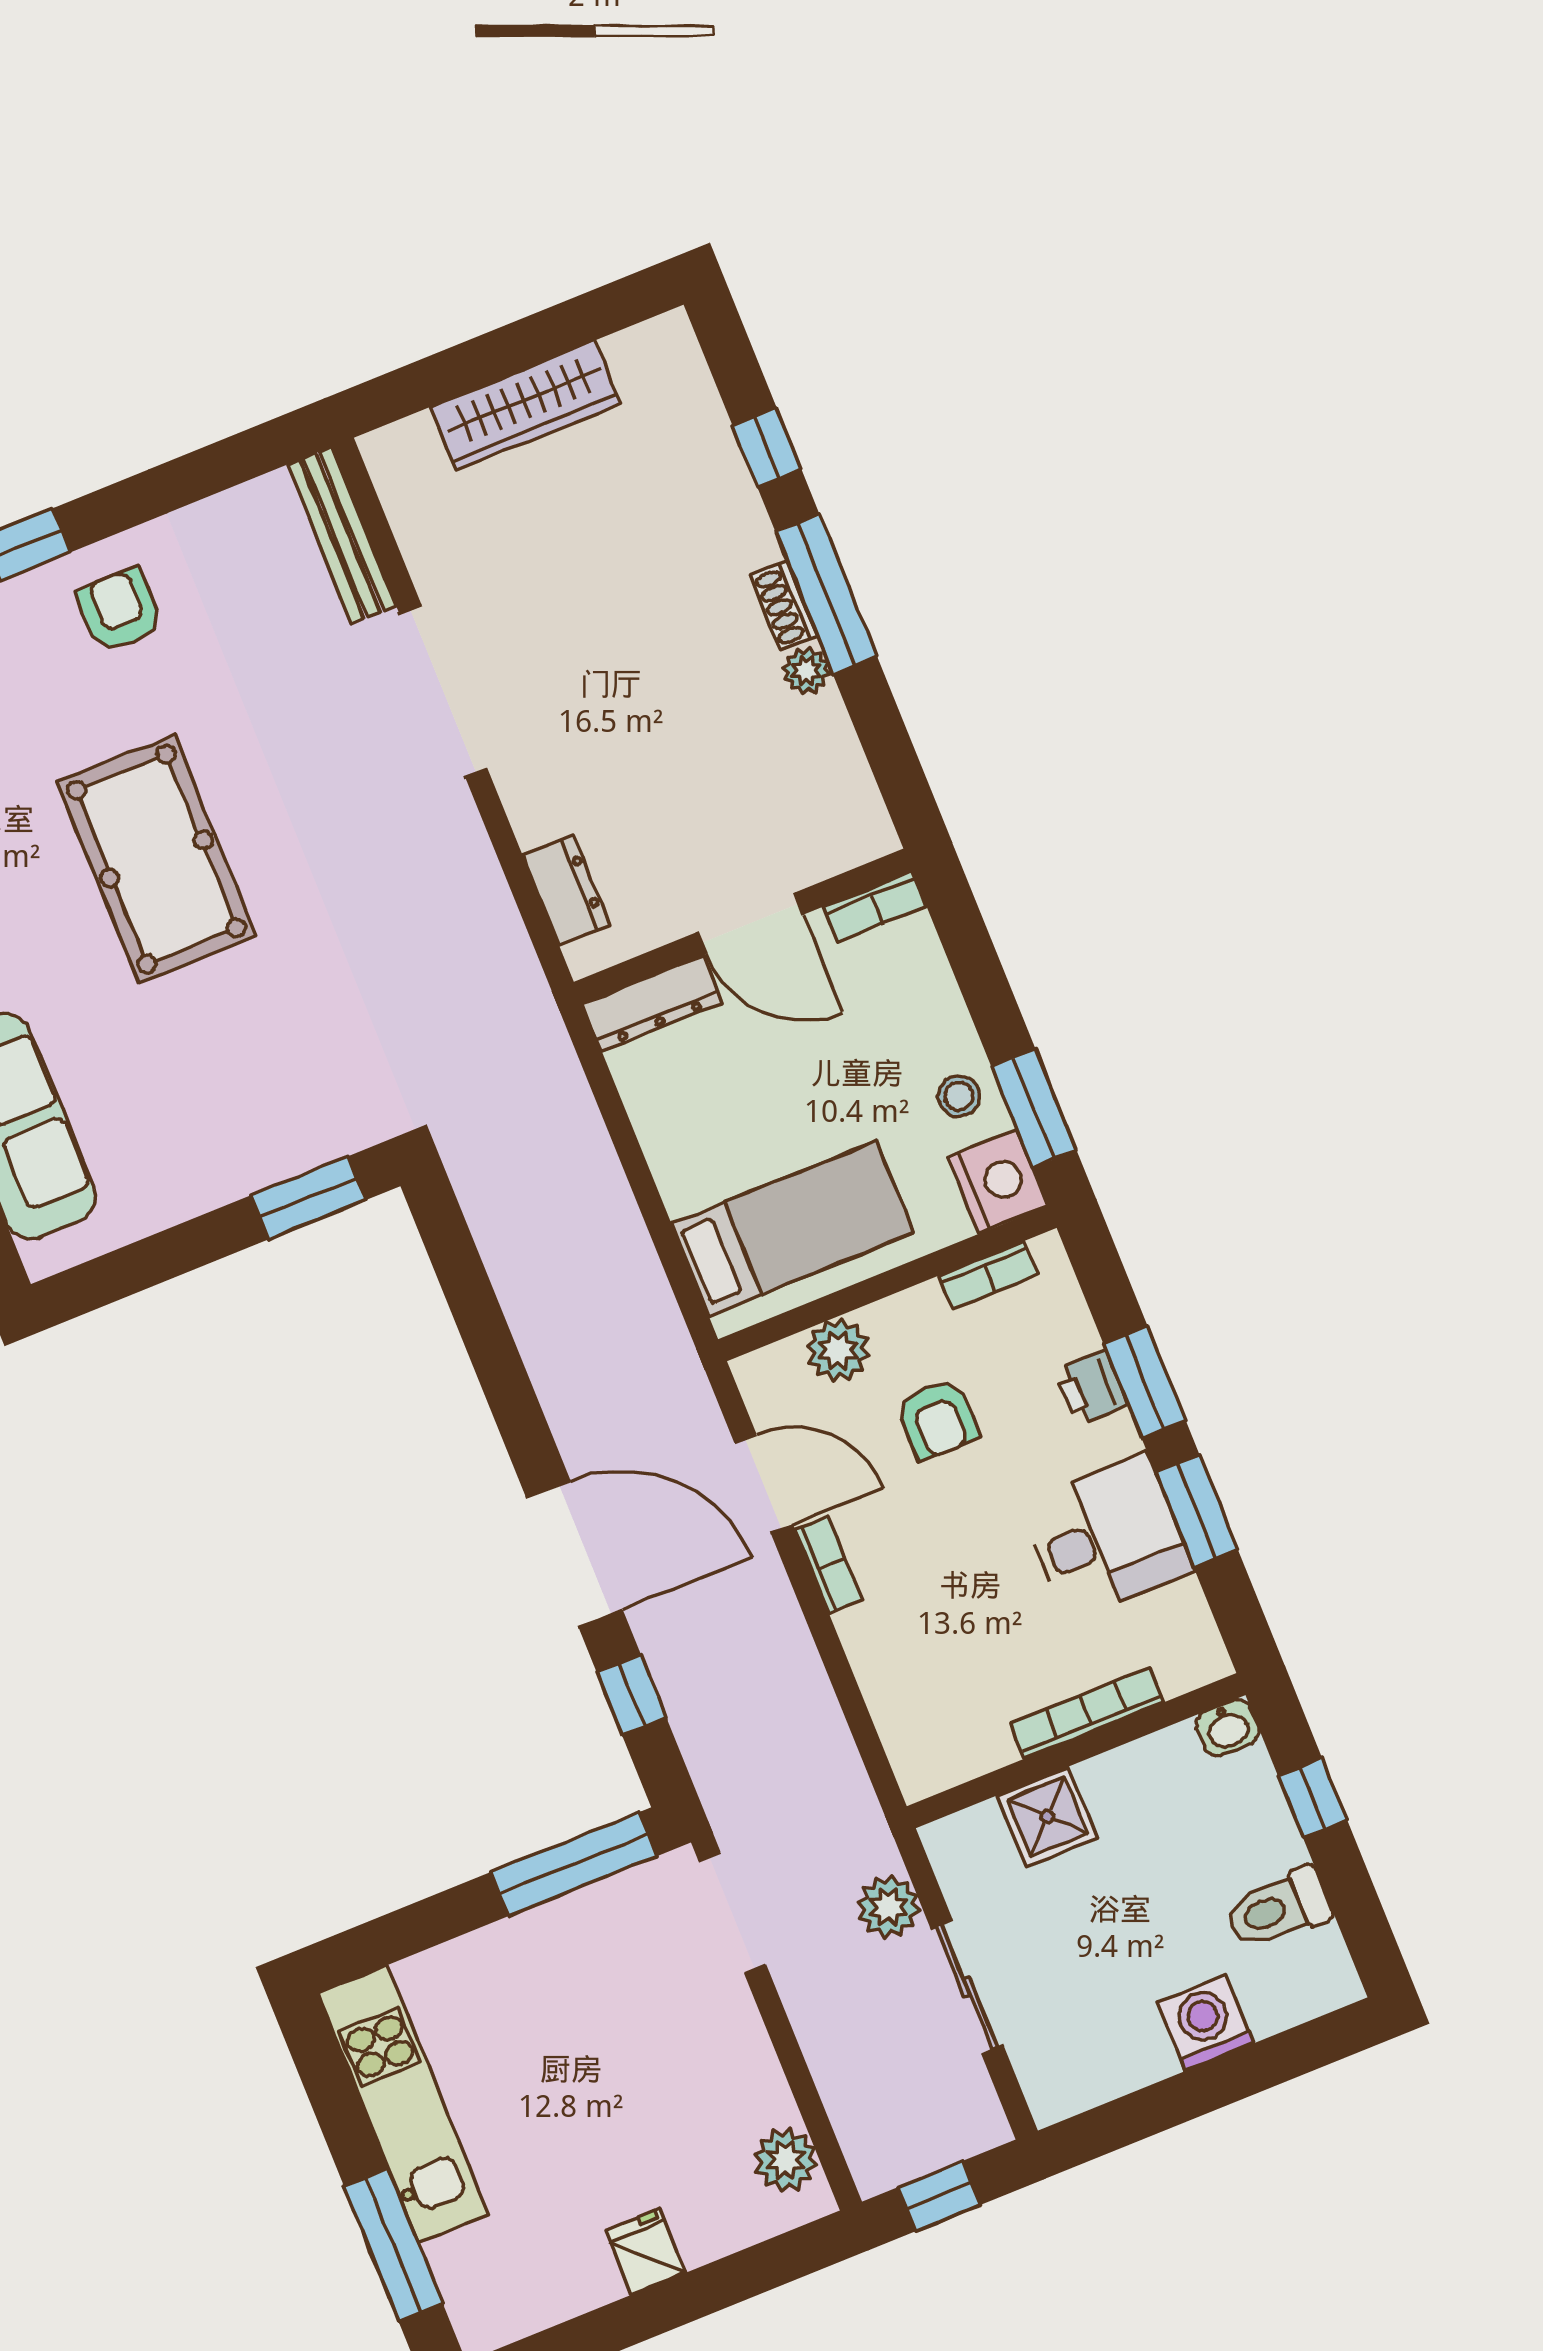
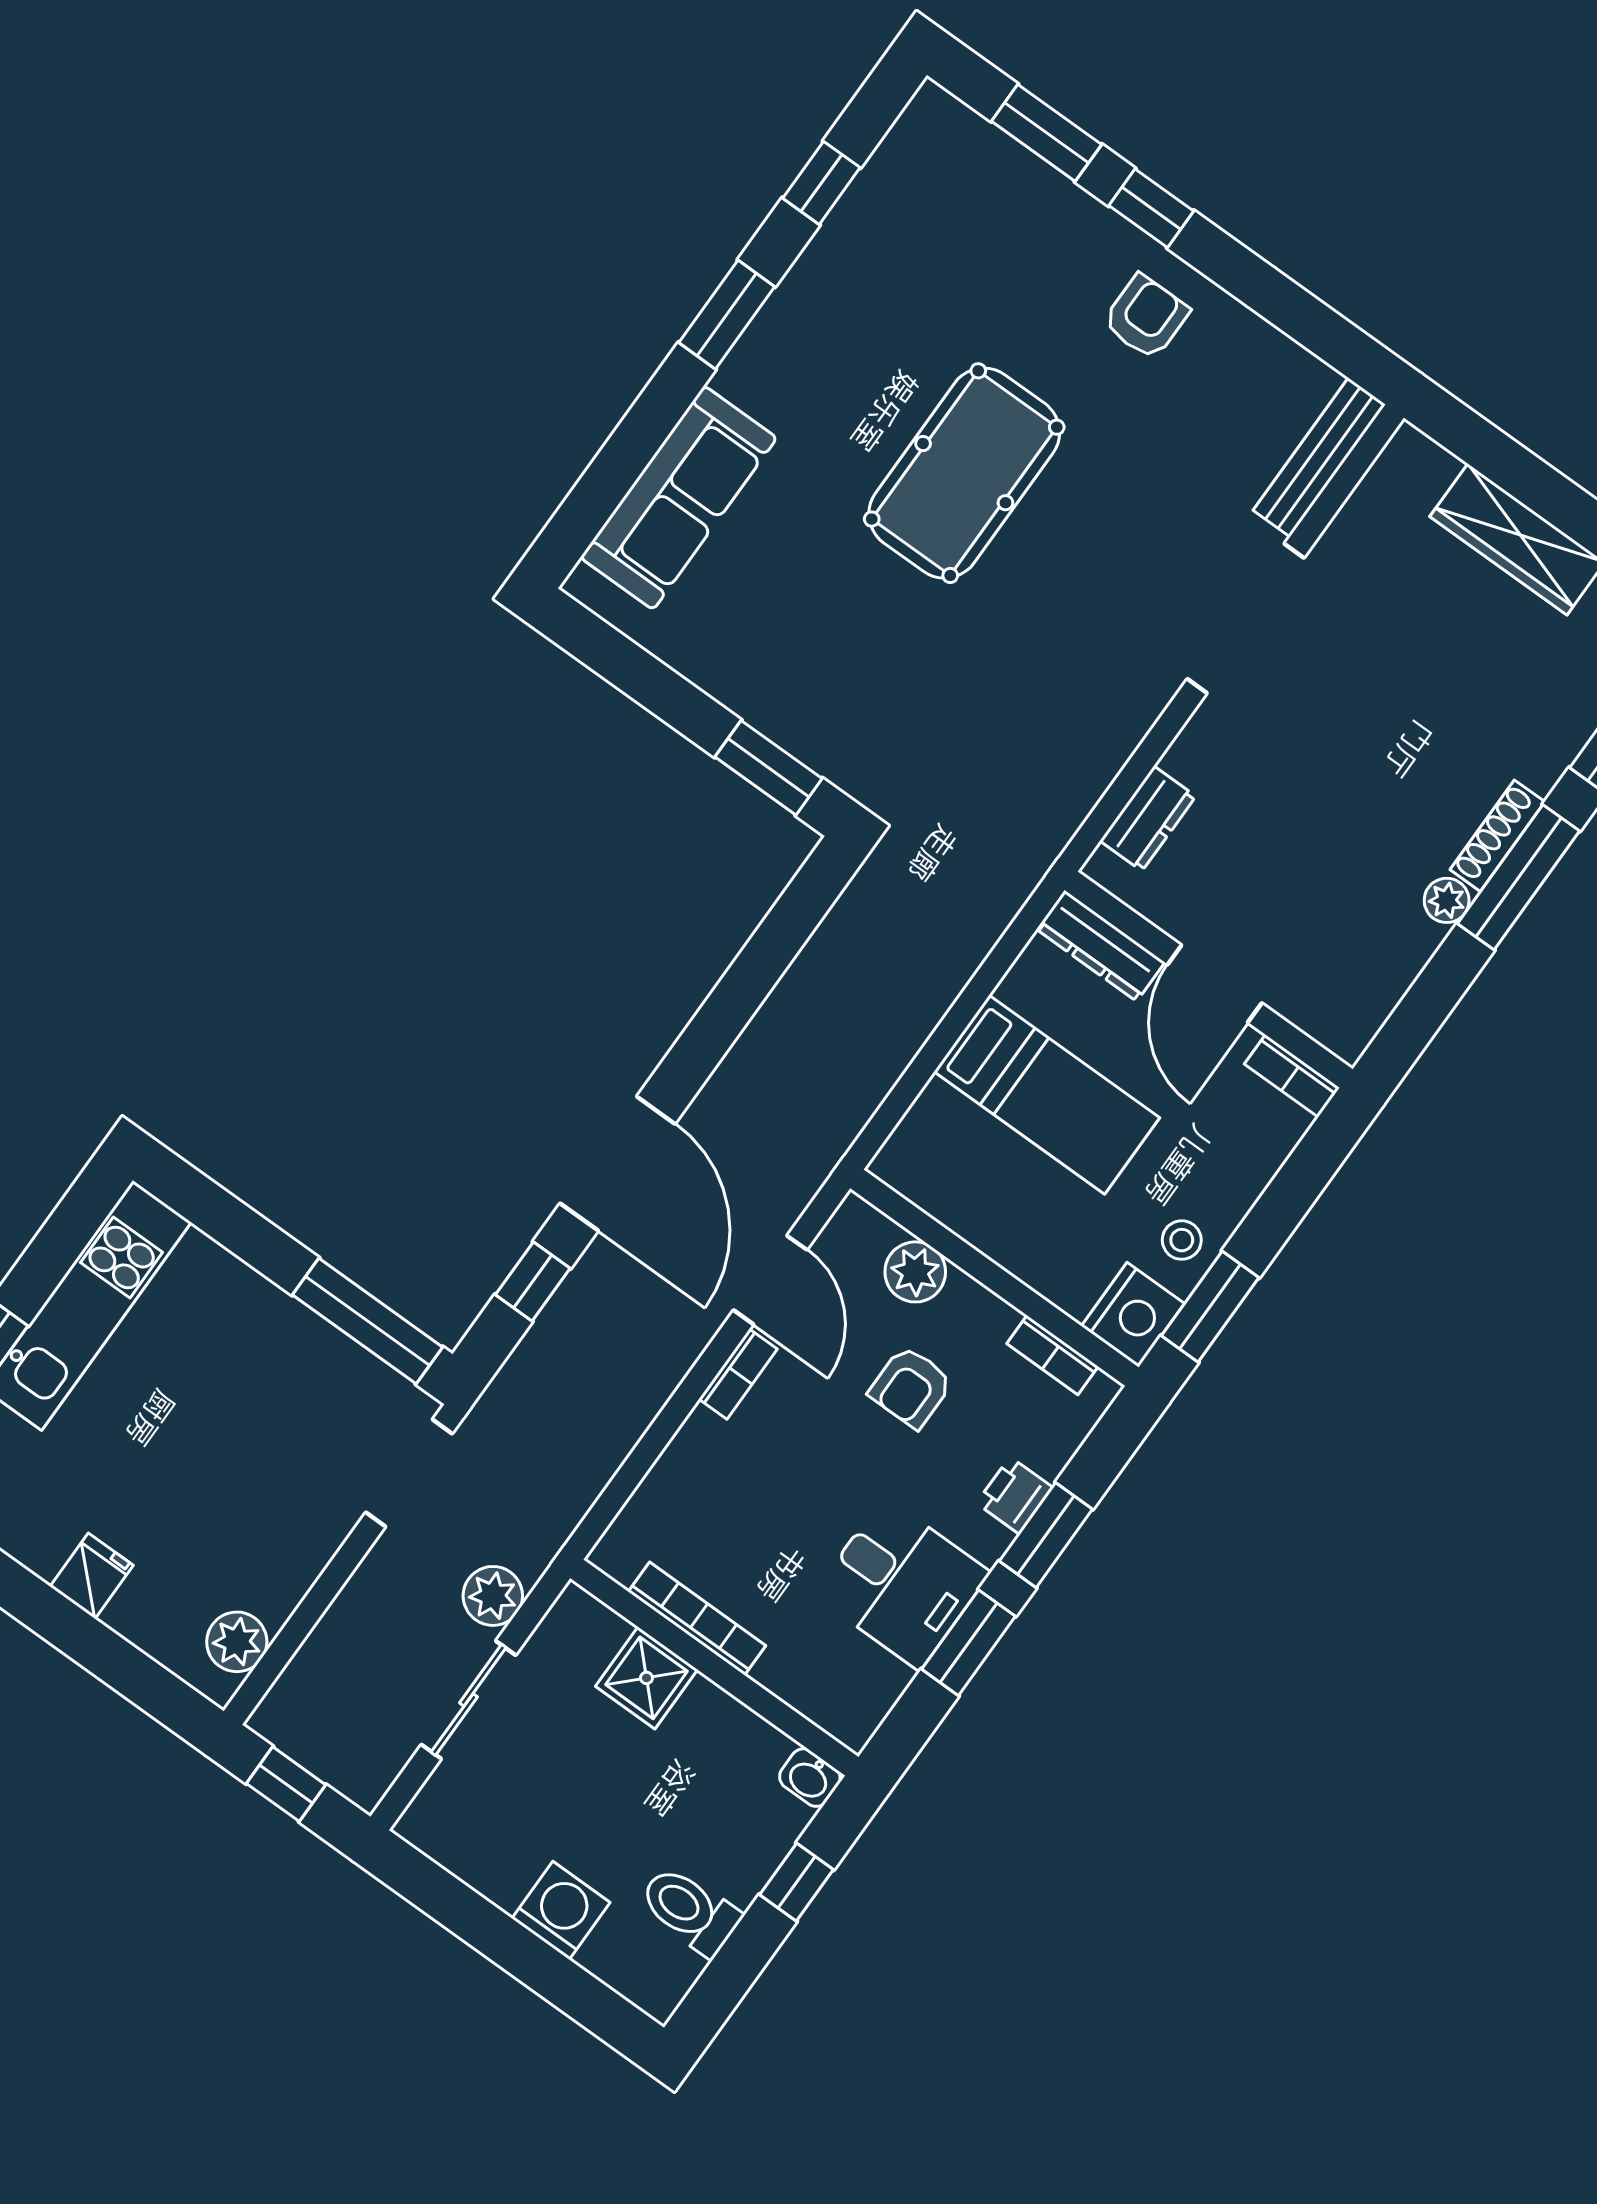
shoe rack: (784, 605) -> (1497, 836), width x1.43
bed: (792, 1228) -> (1047, 1095), moved
bookcase: (1087, 1713) -> (697, 1619), moved

